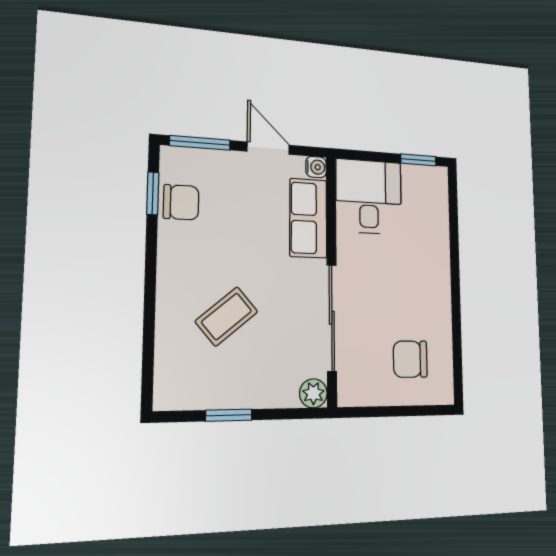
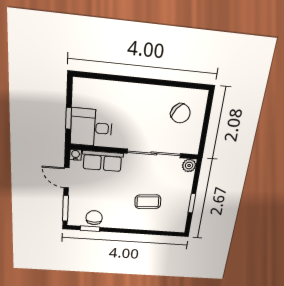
door: (268, 148) -> (66, 178), hinge flipped
window: (418, 160) -> (69, 118), moved
coffee table: (227, 316) -> (148, 202), turned -55
chair: (410, 359) -> (180, 113), turned -54

